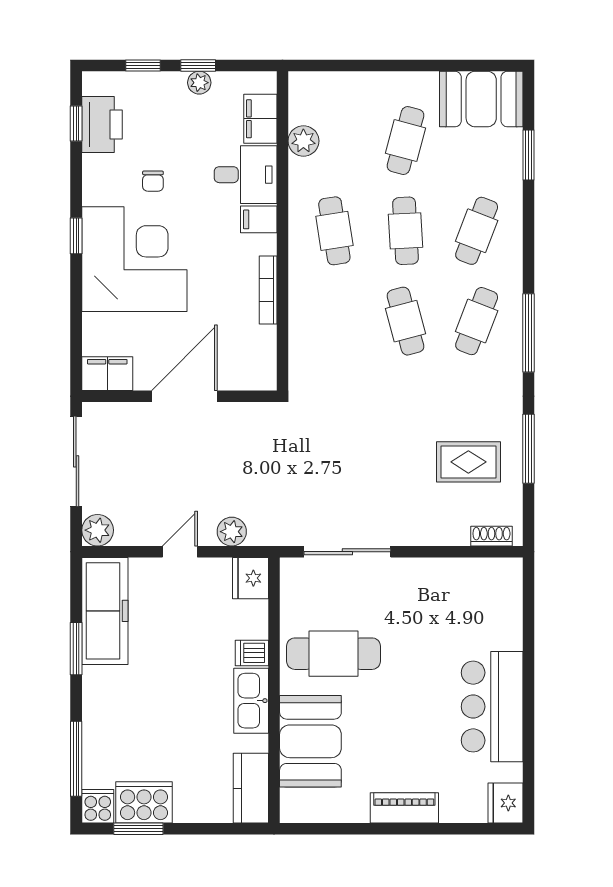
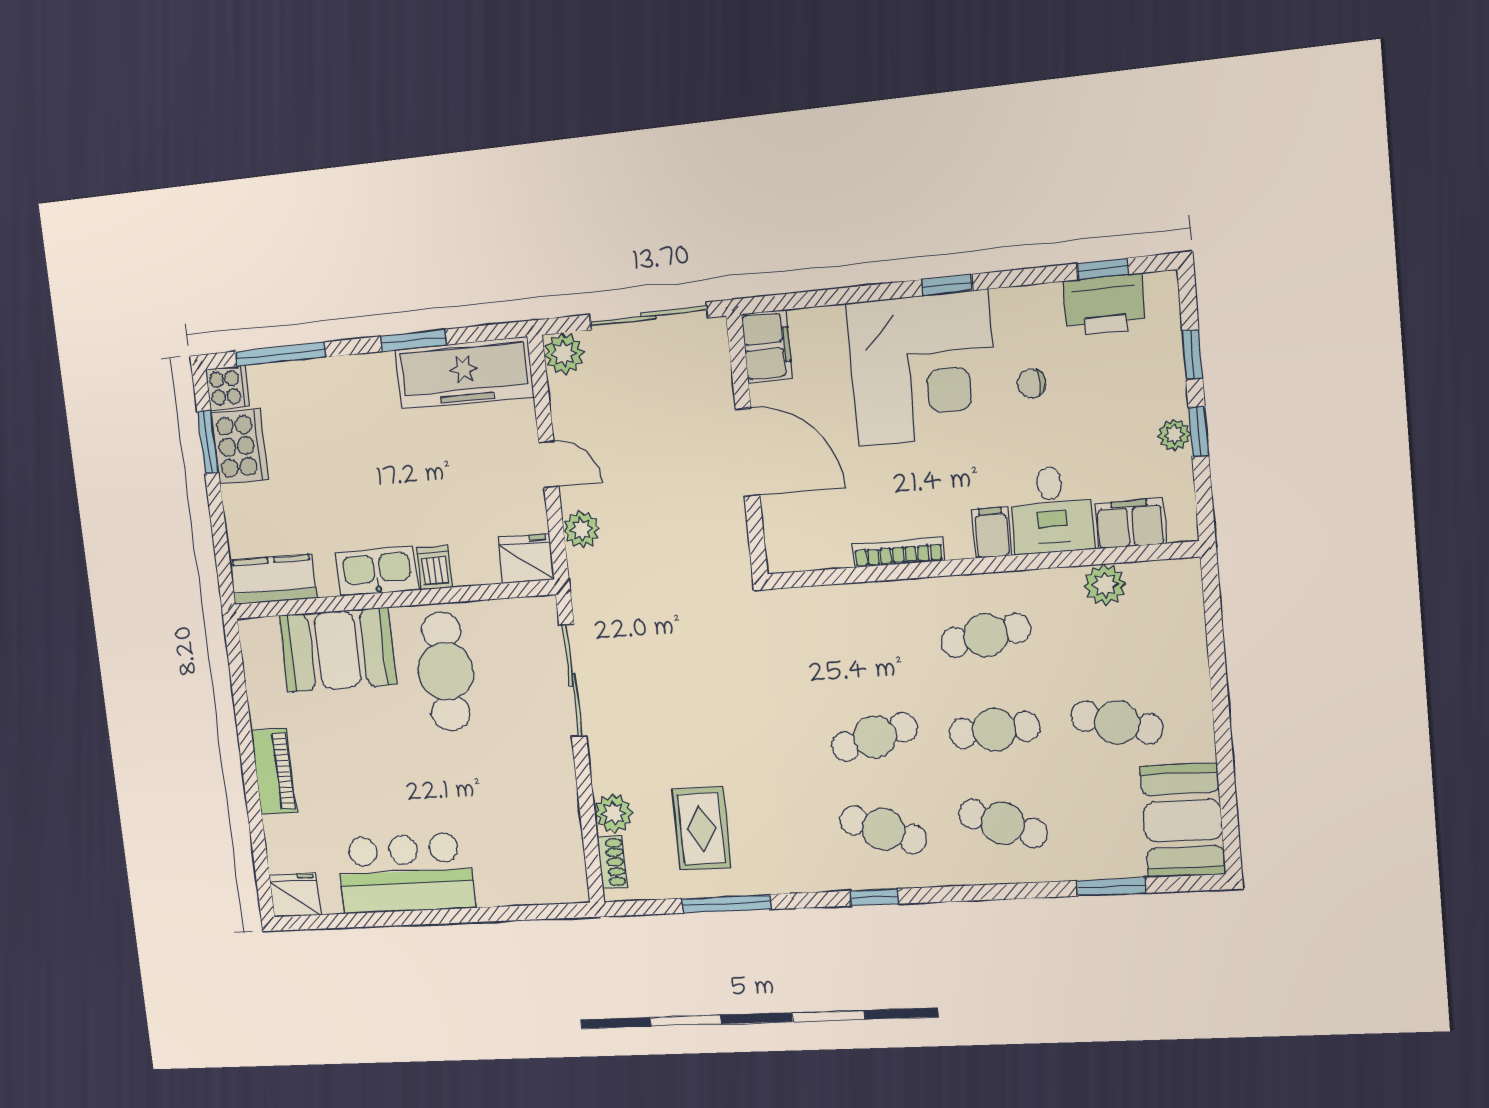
window: (528, 333) -> (875, 897), width x0.46
plant: (453, 531) -> (614, 813), added

